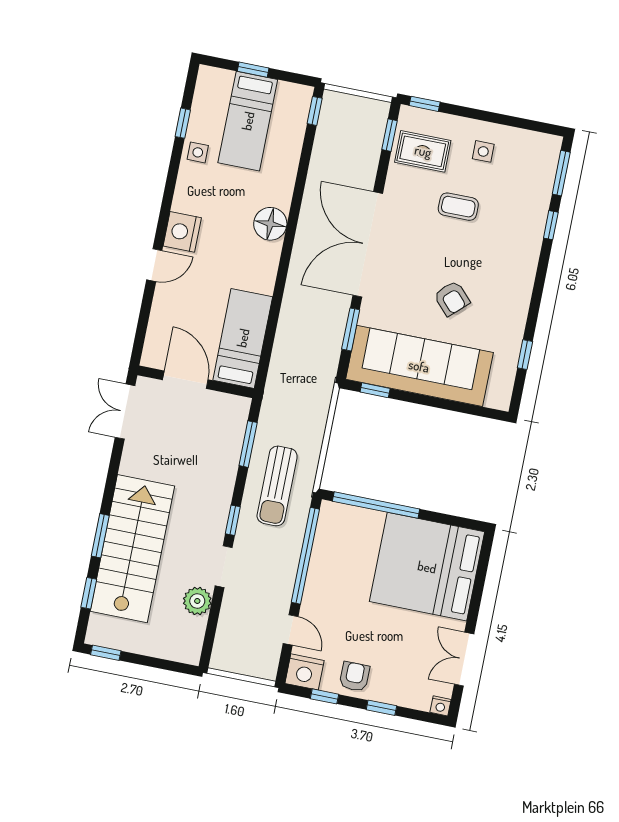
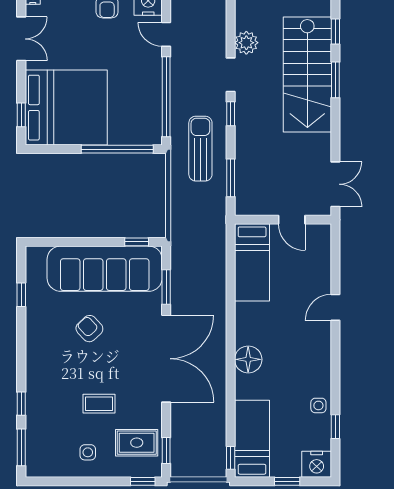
bed: (248, 121) -> (252, 439), moved
nightstand: (182, 232) -> (317, 464), moved, turned 90
door: (185, 380) -> (292, 220), width x0.73
window: (482, 569) -> (21, 115), added

